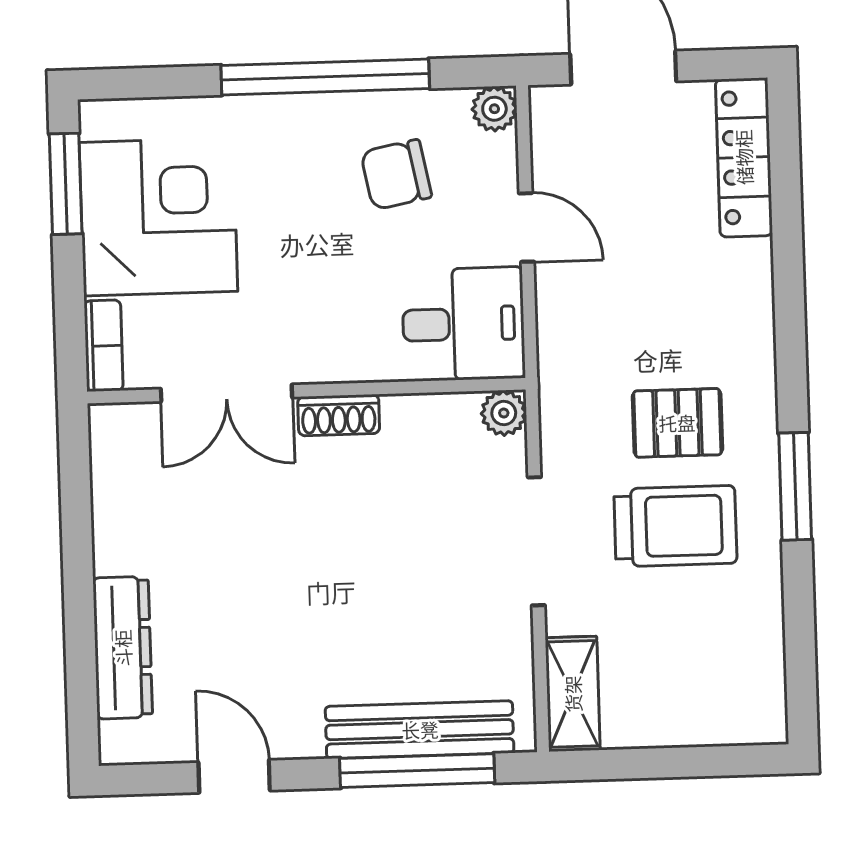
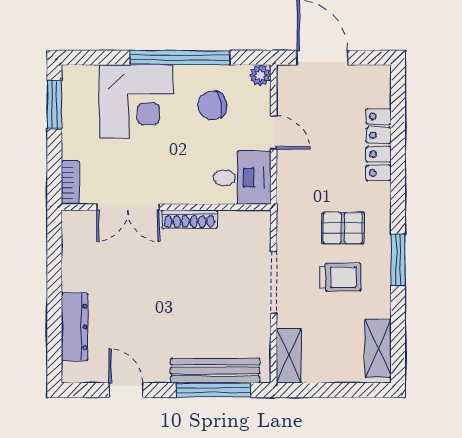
locker: (744, 157) -> (379, 145), moved
corner desk: (158, 217) -> (136, 101), moved, turned 90
plant: (504, 413) -> (260, 221), removed
shoe rack: (339, 415) -> (189, 219), width x1.43
trolley: (675, 526) -> (340, 277), width x0.73, depth x0.72
shelving: (759, 673) -> (378, 348), added

